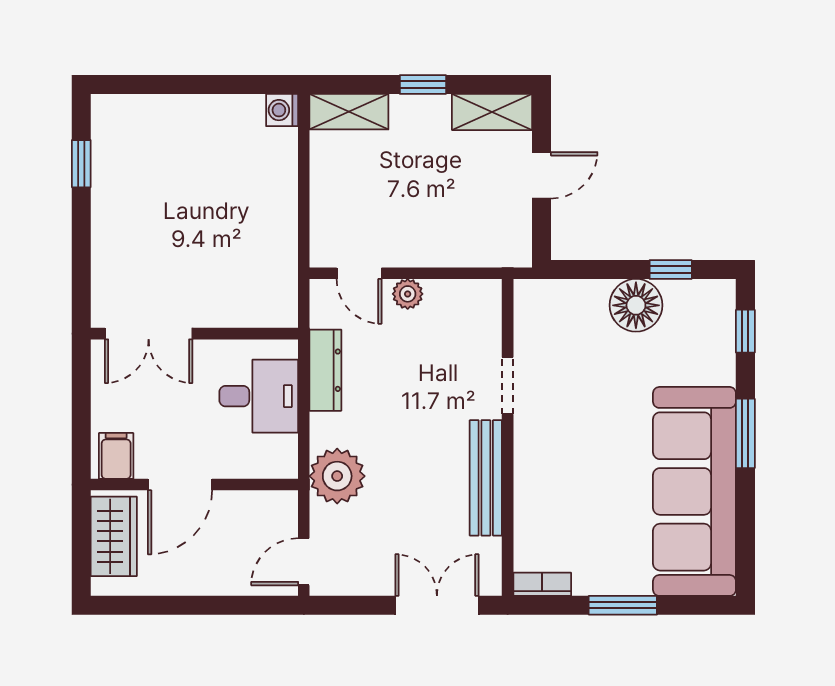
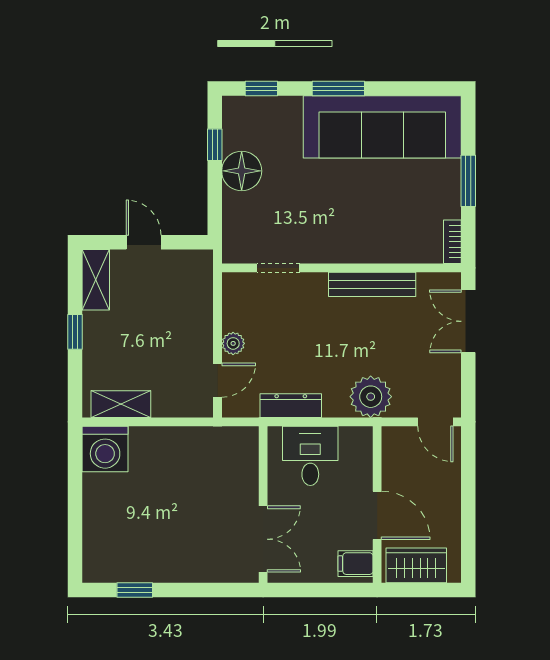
washing machine: (282, 110) -> (105, 449), width x1.89, depth x1.89
shelving: (349, 112) -> (121, 404), moved, turned 90
doorway: (508, 386) -> (278, 268), moved

